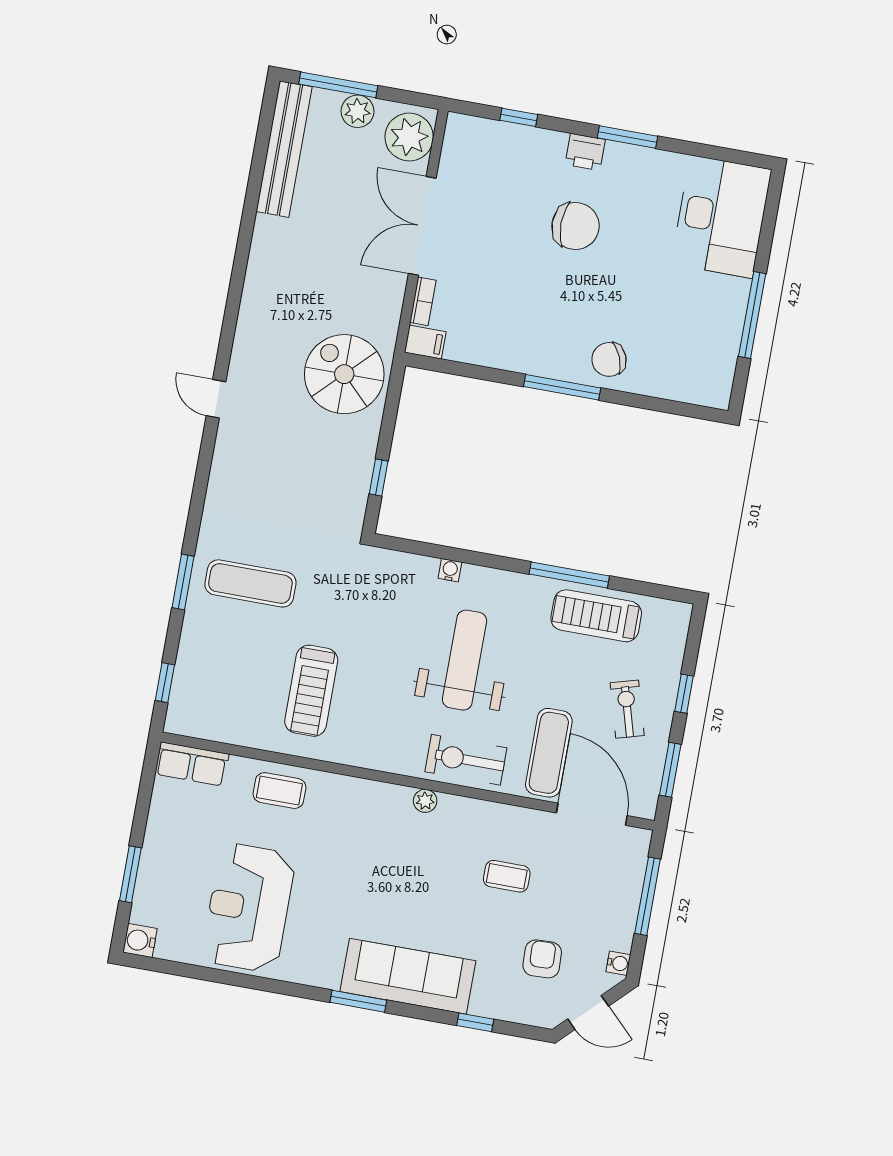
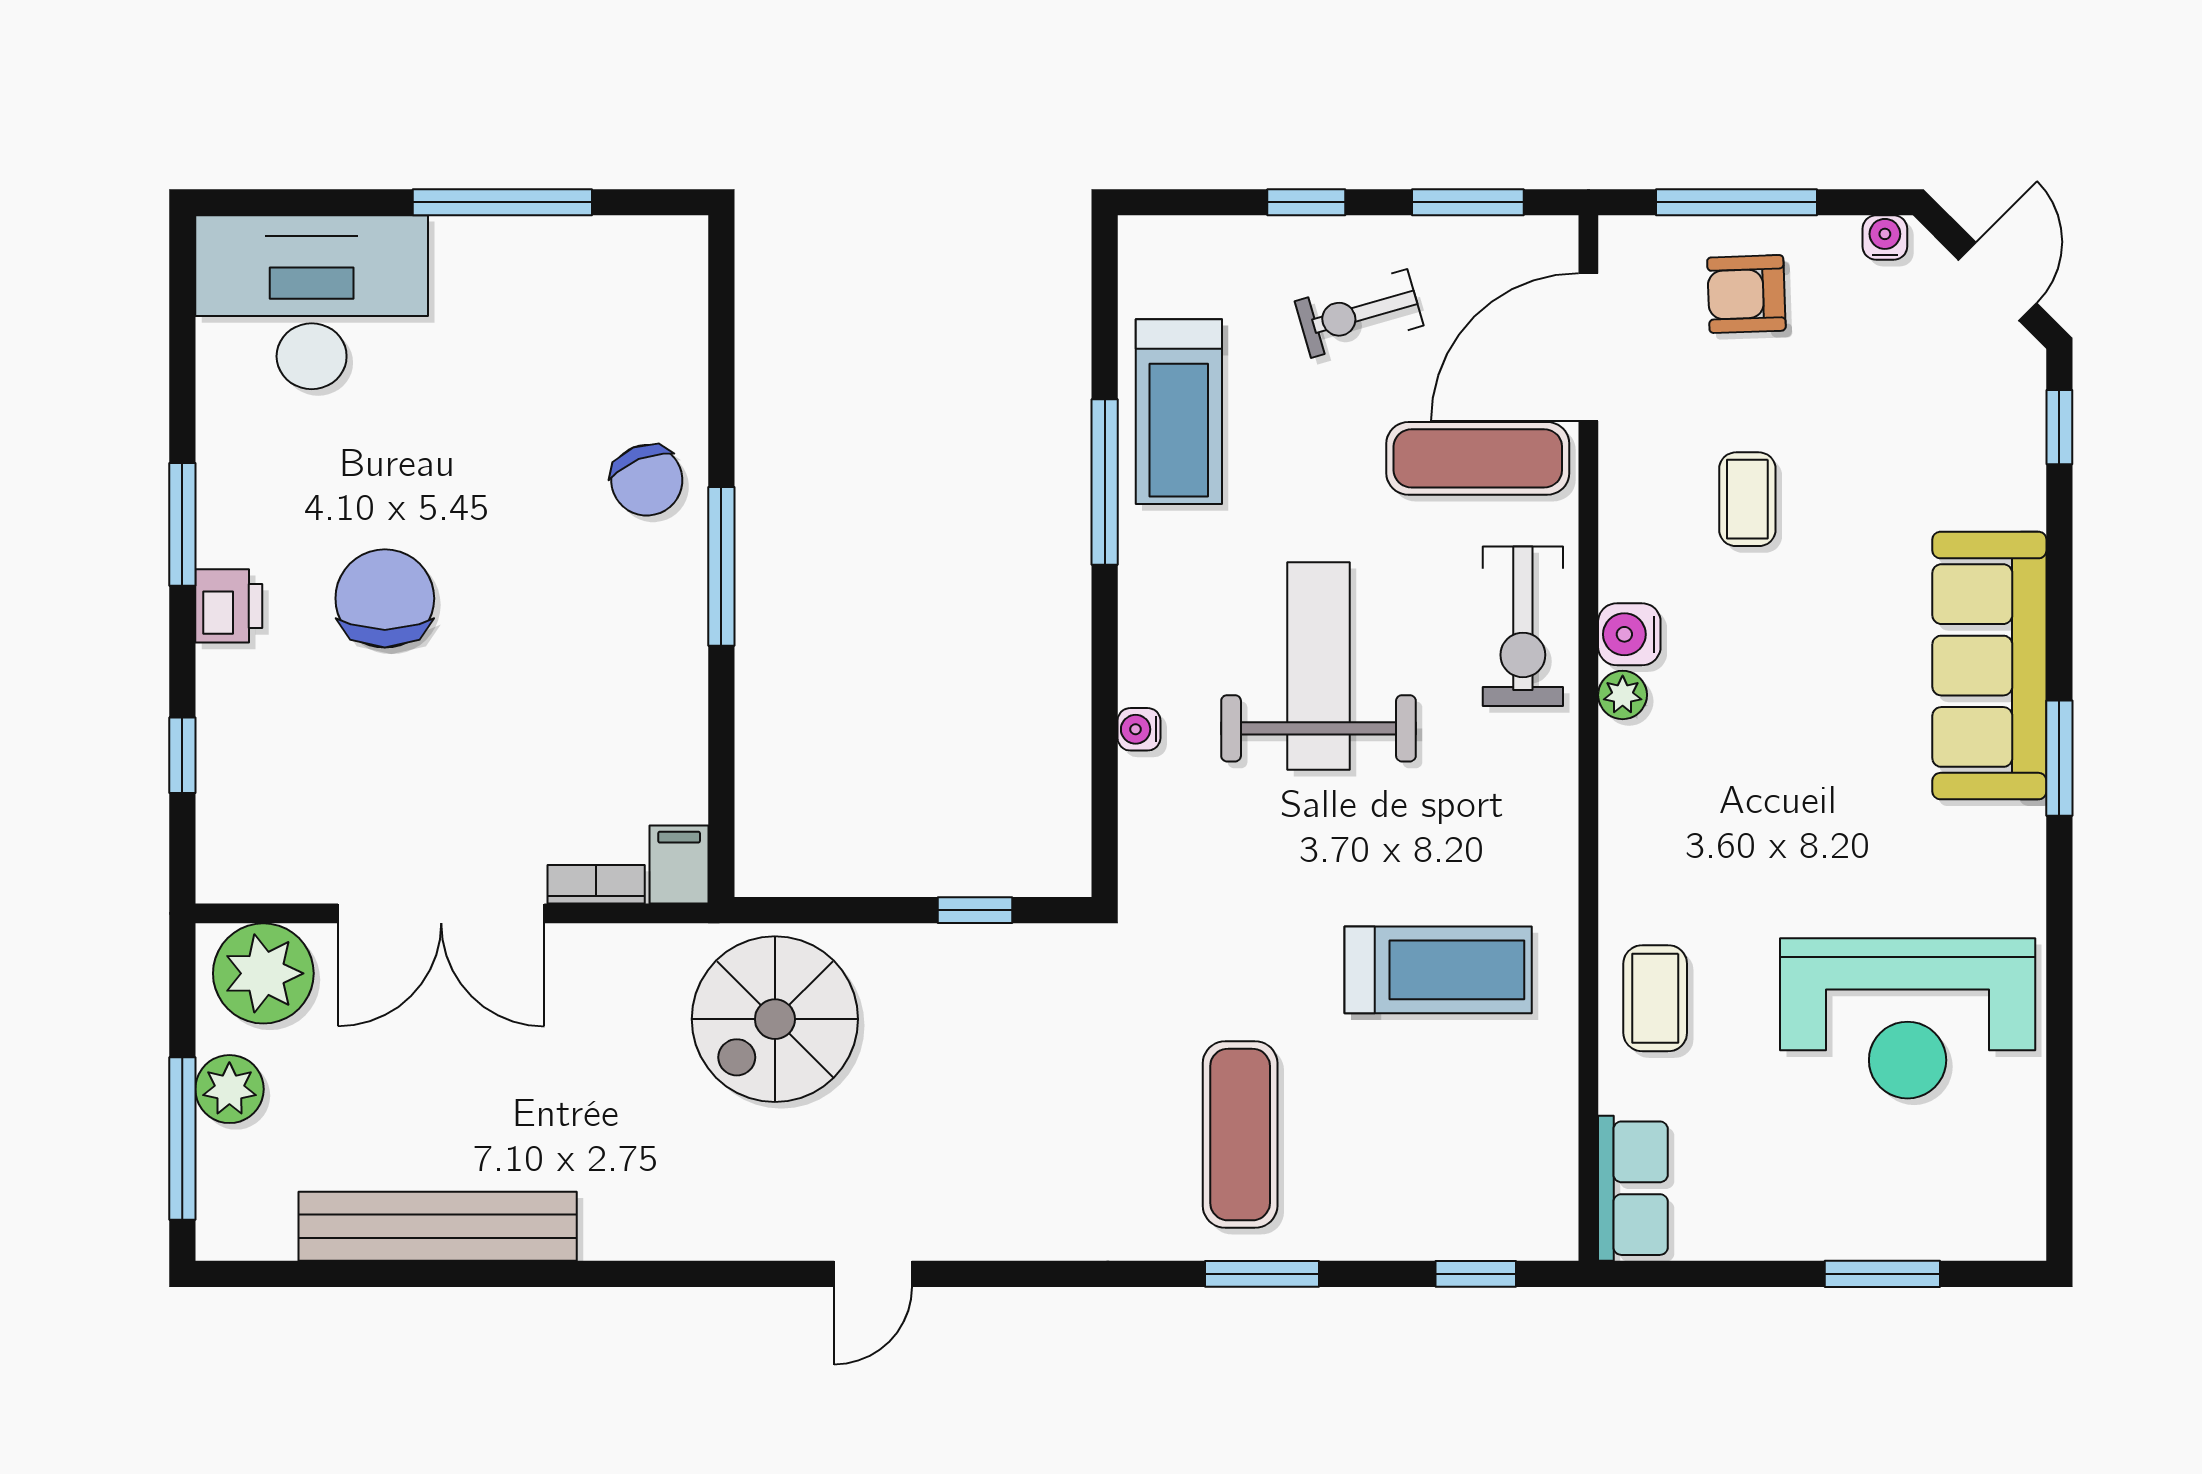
bench: (284, 149) -> (438, 1226), moved
weight bench: (465, 660) -> (1318, 666), turned 90
water cooler: (140, 940) -> (1629, 634), moved, turned 90
armchair: (542, 959) -> (1746, 294), moved
window: (475, 1022) -> (2059, 427), moved

